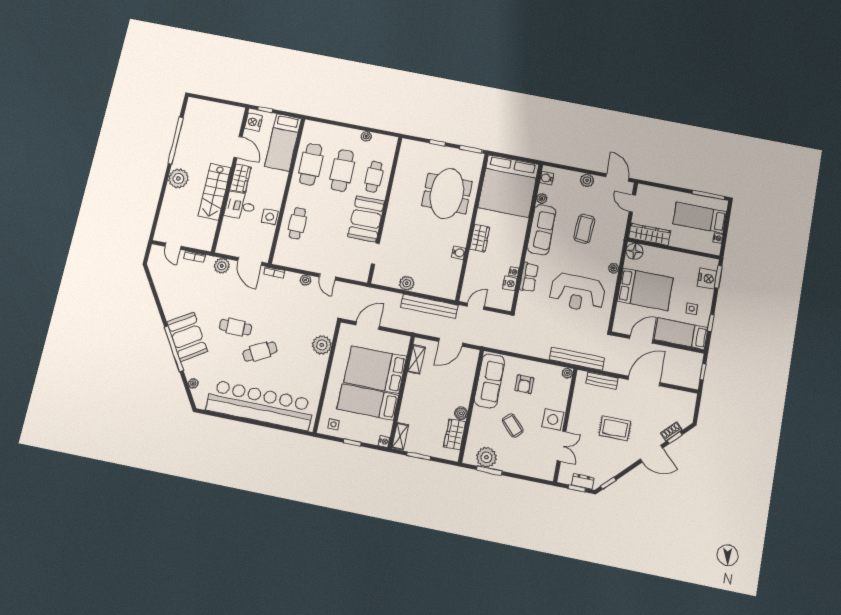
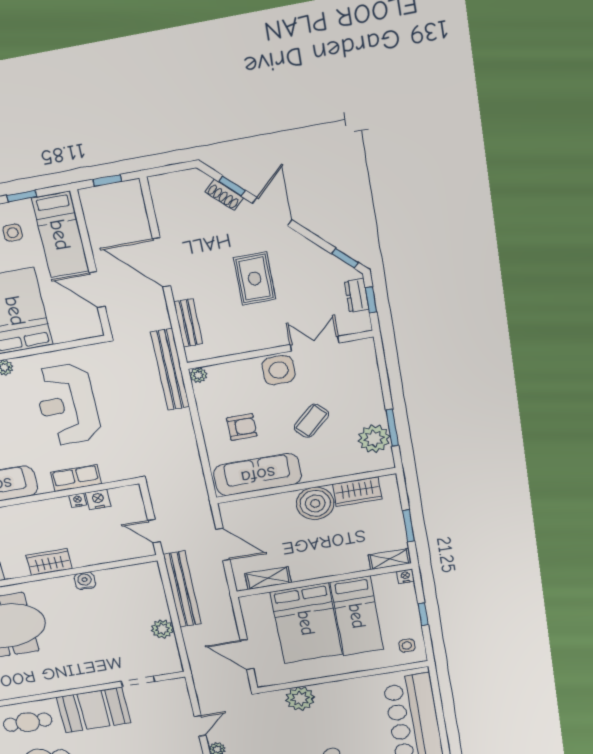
reception desk: (577, 293) -> (67, 405), turned 180
boiler: (461, 413) -> (315, 503), width x1.86, depth x1.86

